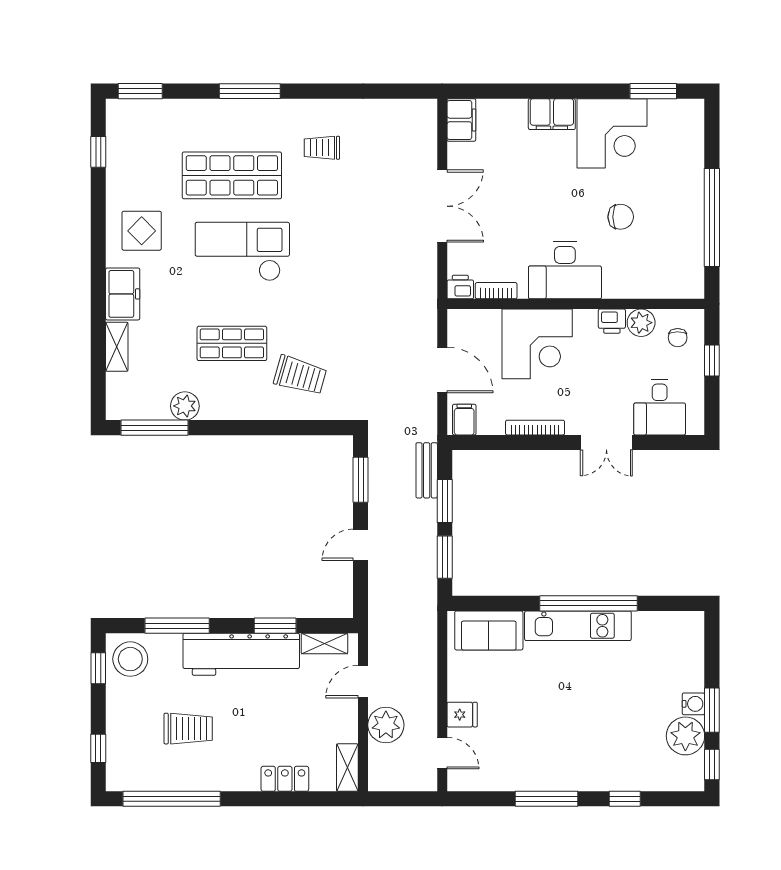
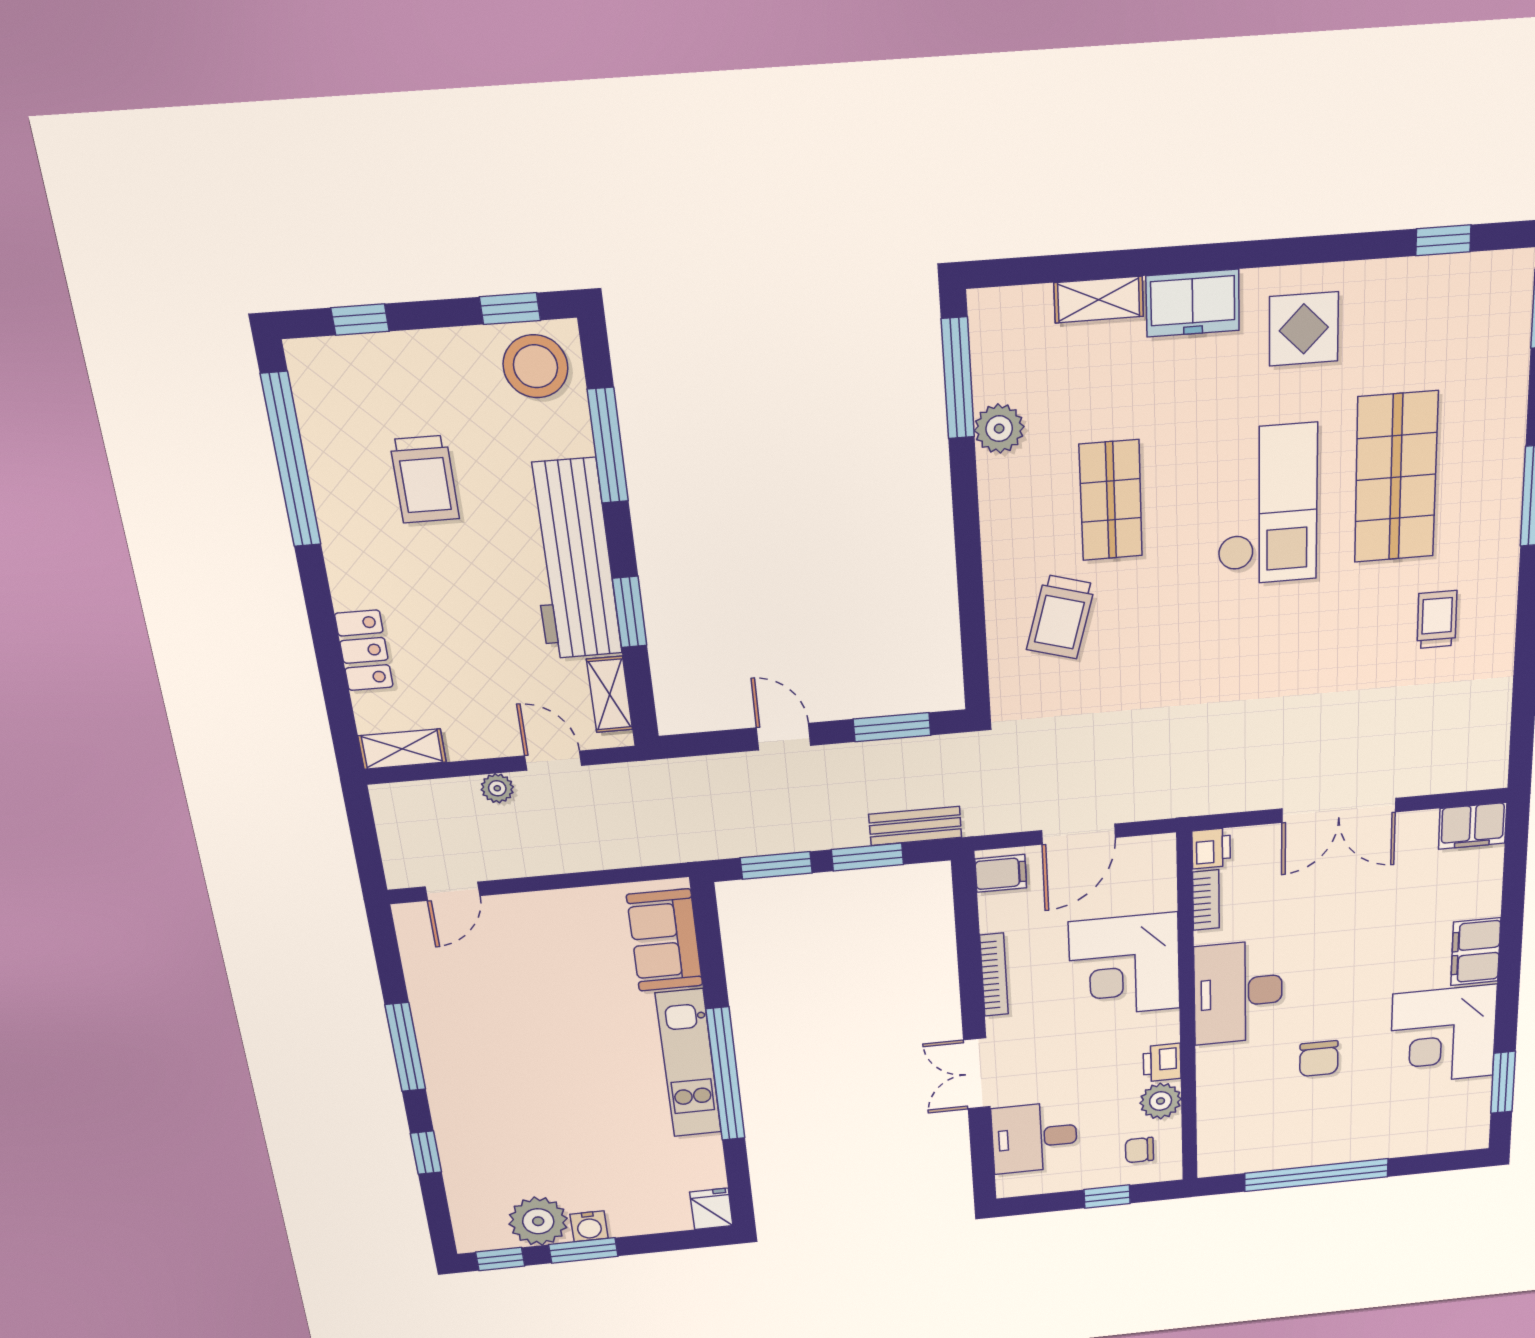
fridge: (462, 715) -> (711, 1209), moved, turned 180
plant: (386, 725) -> (497, 788), width x0.53, depth x0.53

